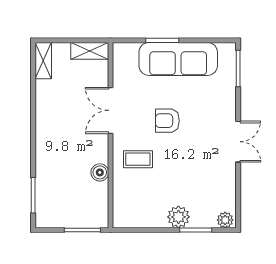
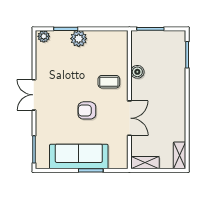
armchair: (167, 121) -> (87, 110), turned 180

